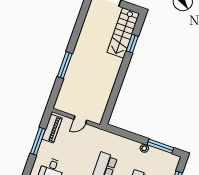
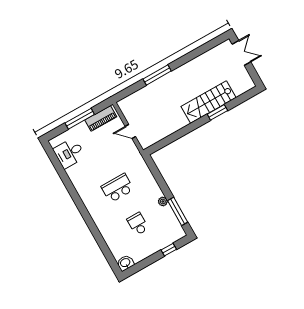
stairs: (123, 33) -> (209, 102), moved
window: (132, 44) -> (217, 112), moved

